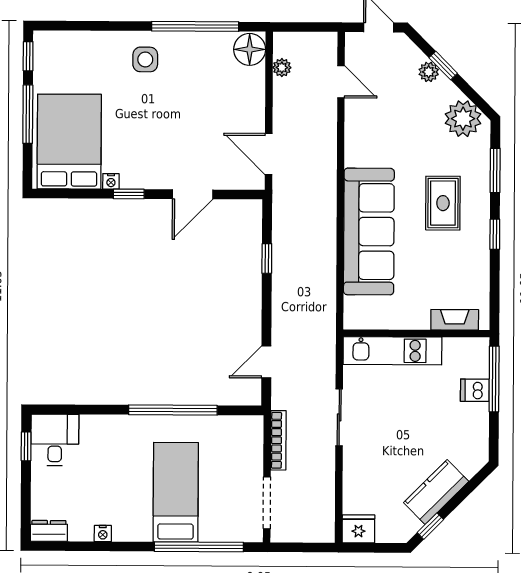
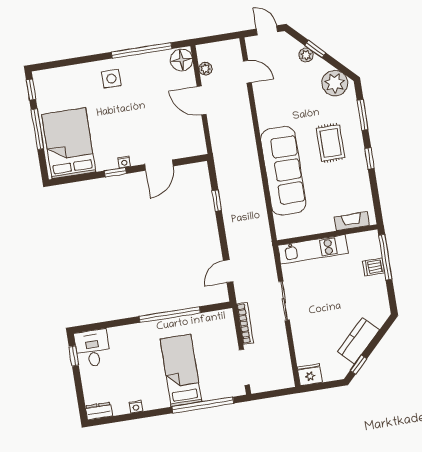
door: (269, 154) -> (202, 100), moved
nightstand: (111, 181) -> (124, 162), moved

